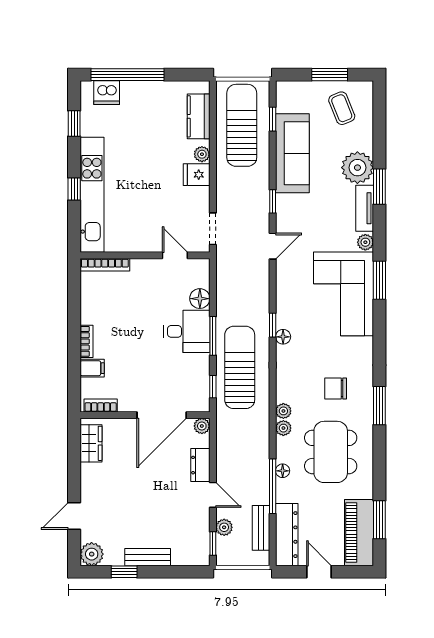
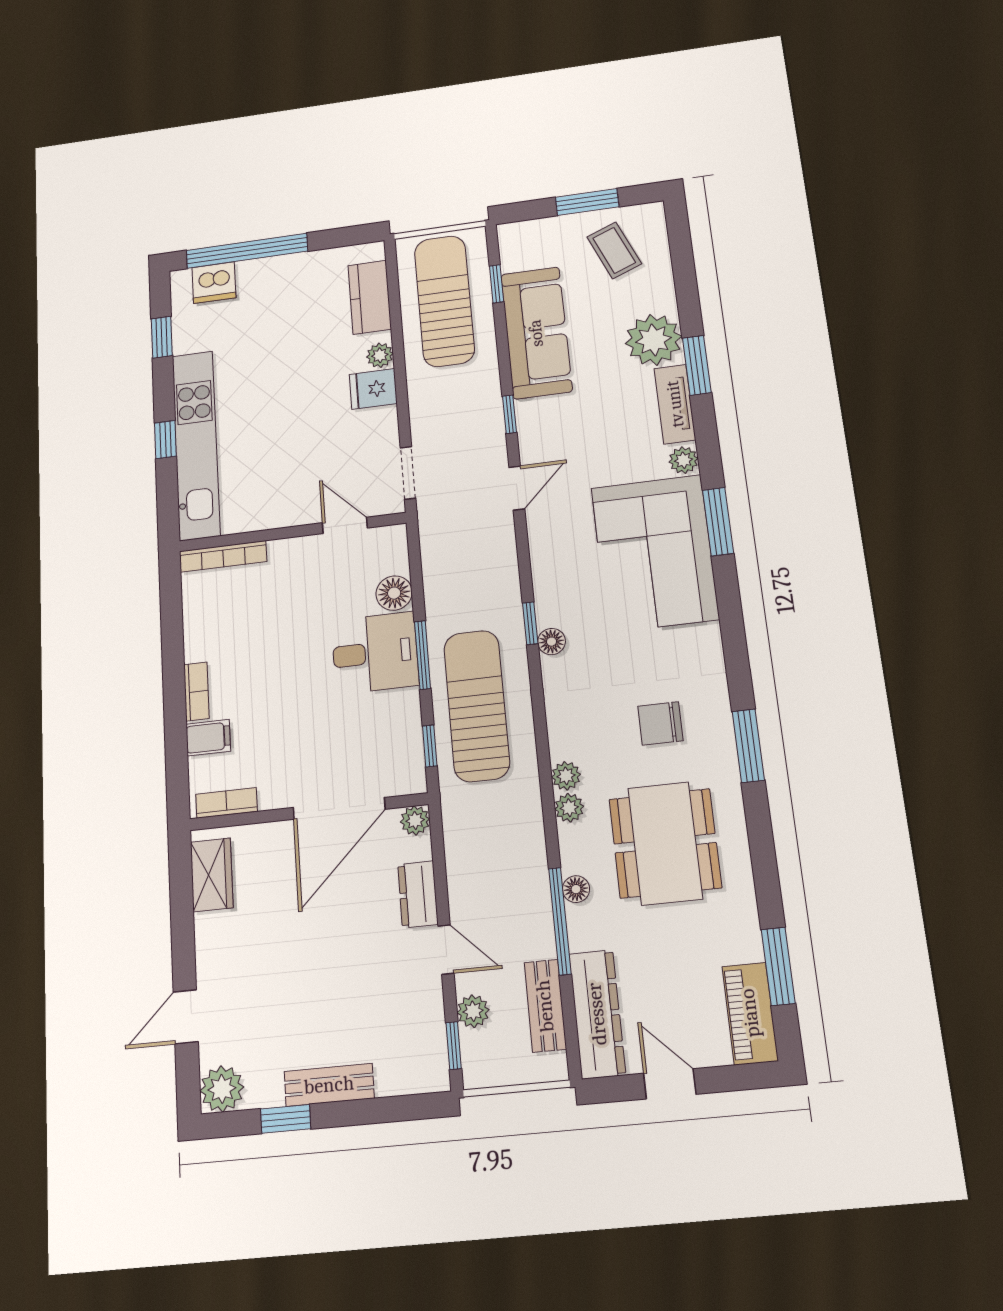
piano: (359, 533) -> (750, 1013), width x0.73, depth x0.75

